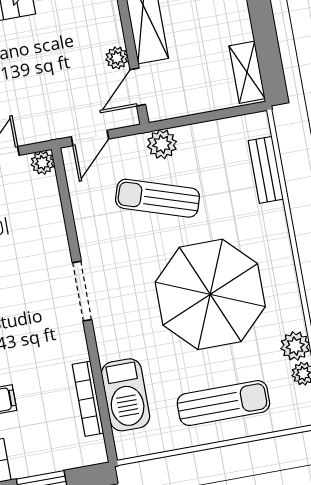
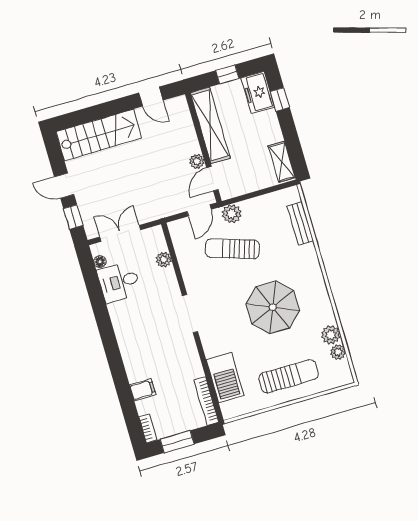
door: (90, 138) -> (199, 210), moved
plant: (42, 163) -> (164, 260), moved
parasol: (210, 294) -> (273, 307), width x0.73, depth x0.73
bookcase: (88, 399) -> (206, 401), moved

